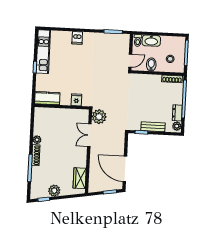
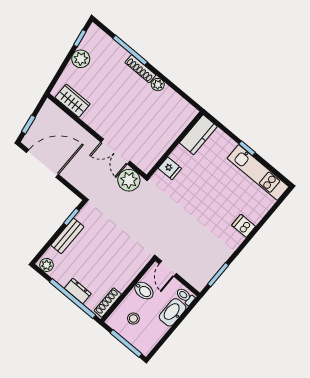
dresser: (177, 113) -> (78, 291), moved
double door: (89, 135) -> (115, 152), swing flipped

